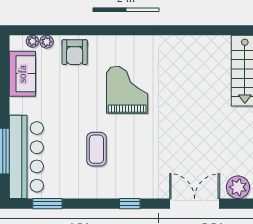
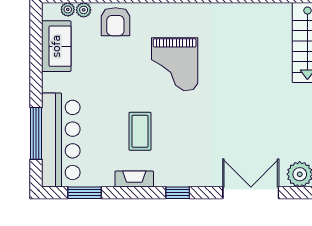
grand piano: (127, 90) -> (175, 64), turned 180
fireplace: (91, 191) -> (134, 179), added

